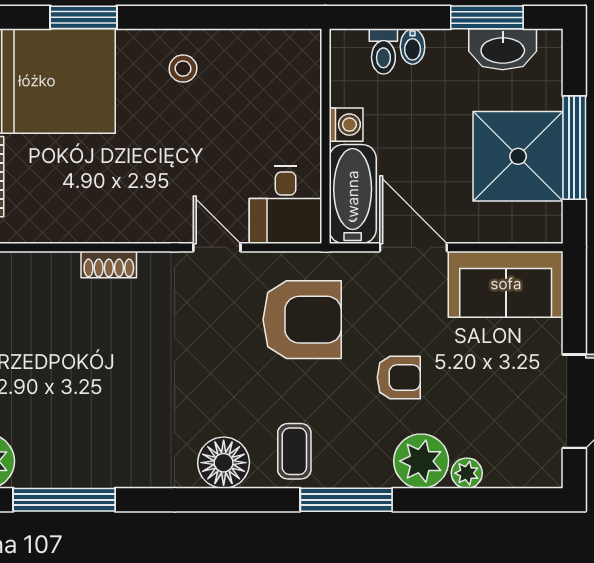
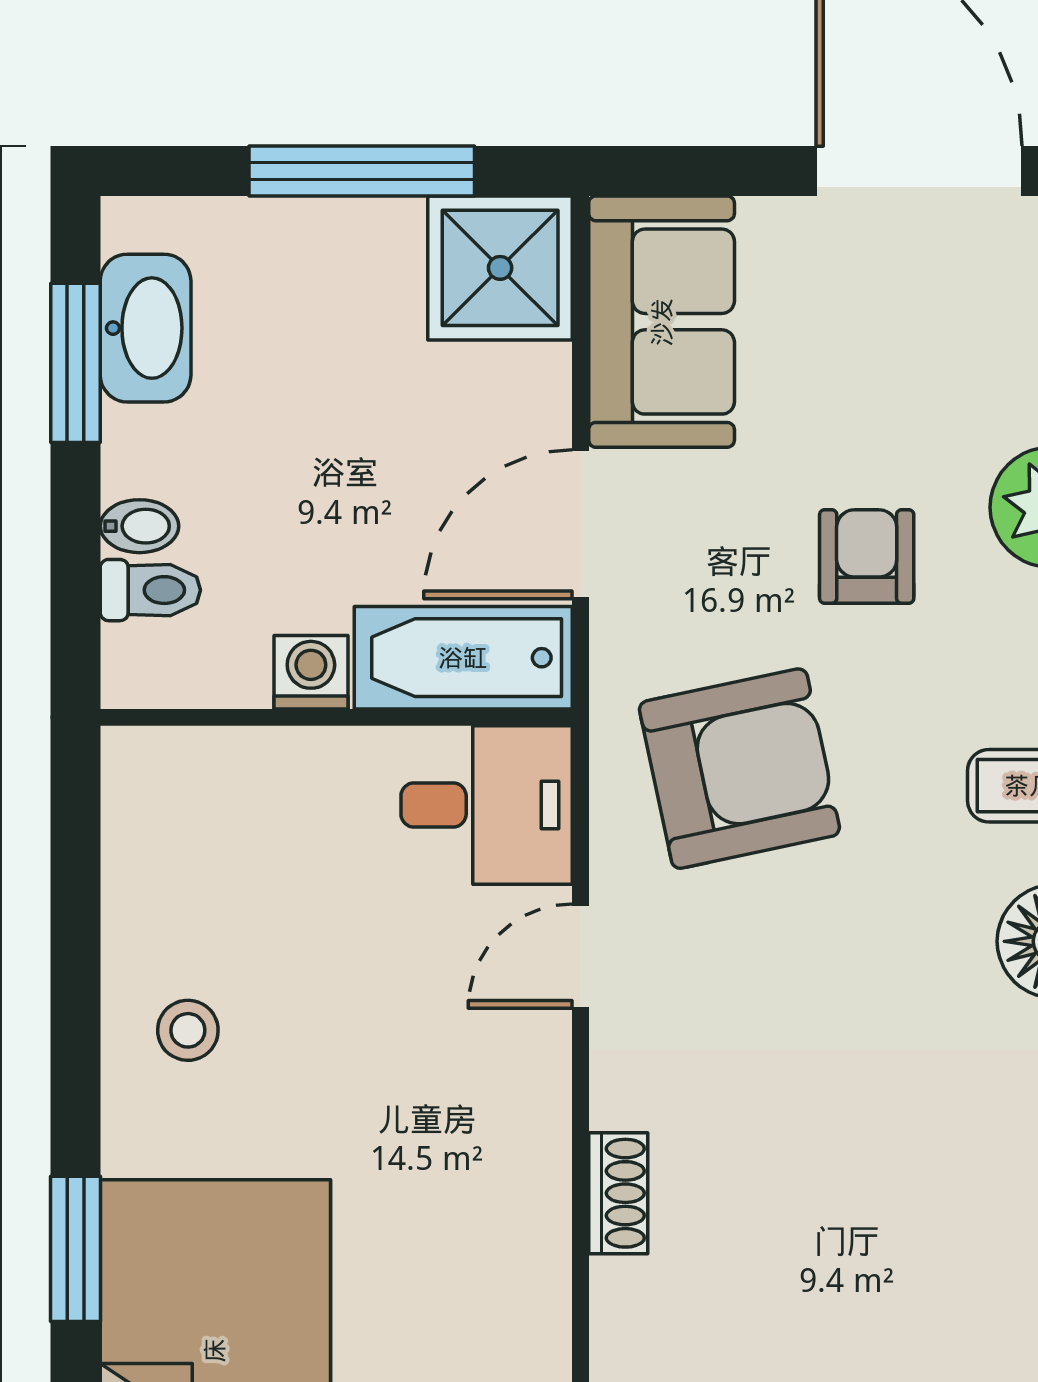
shower: (518, 156) -> (500, 268), moved, width x0.73, depth x0.73
armchair: (302, 320) -> (739, 769), turned 78

